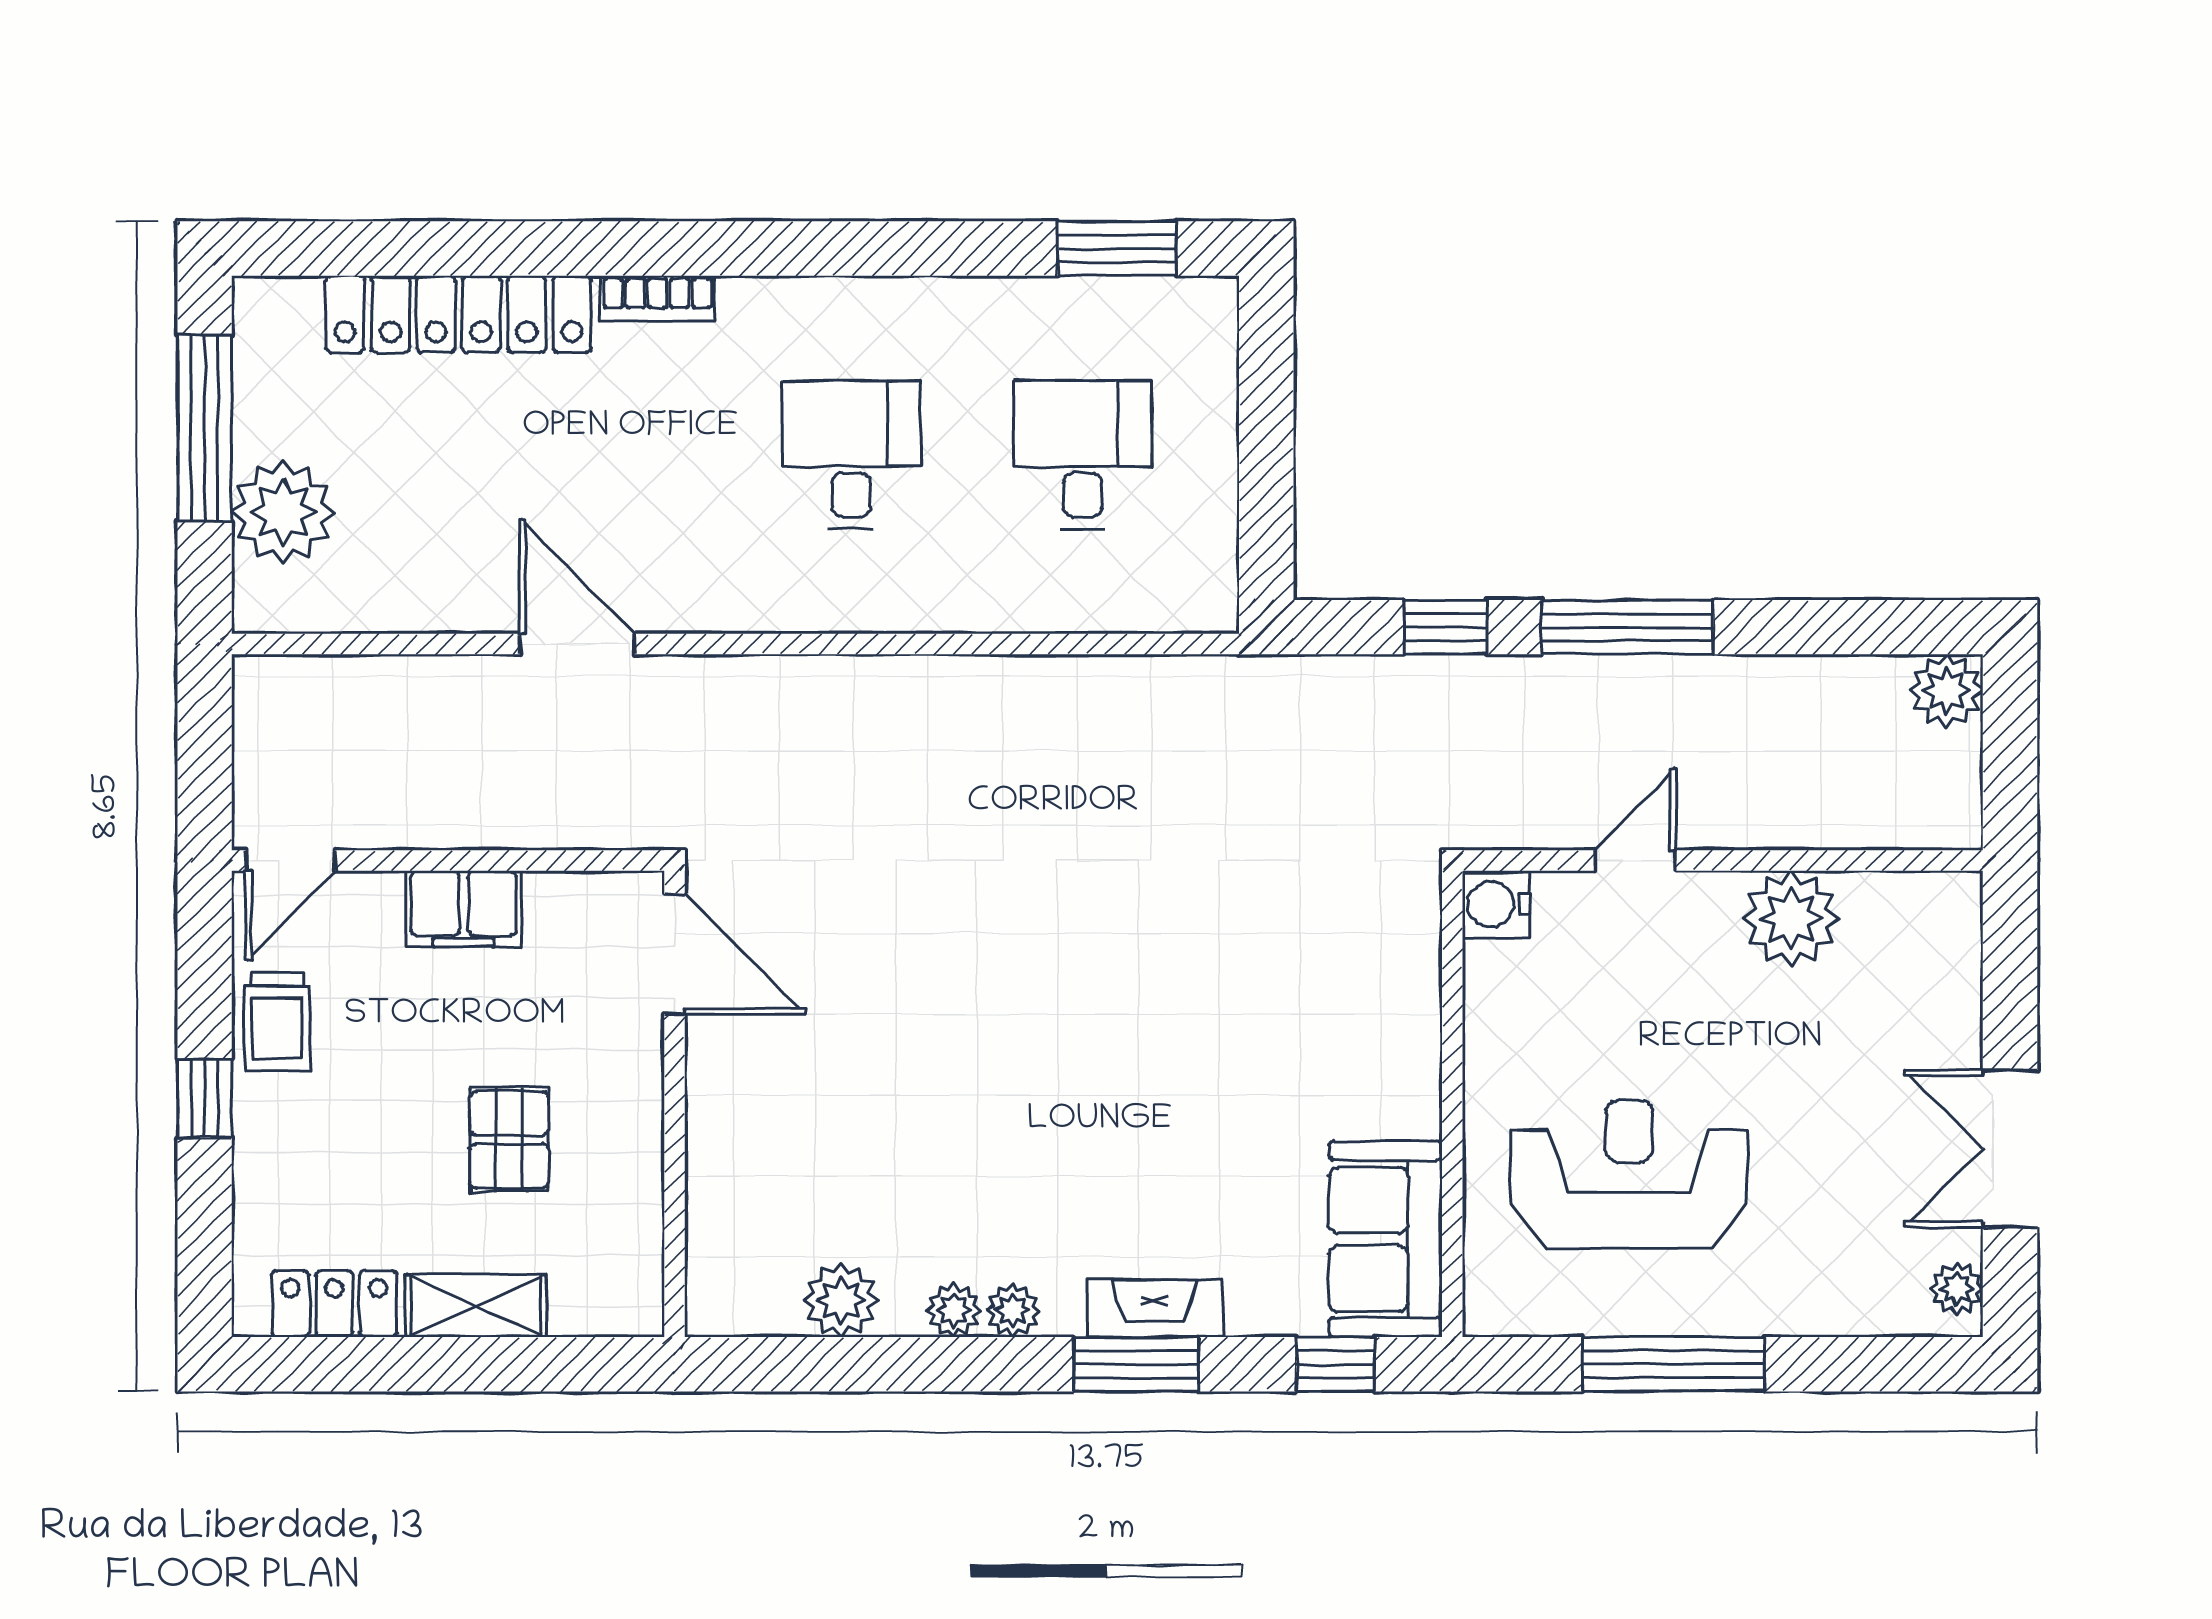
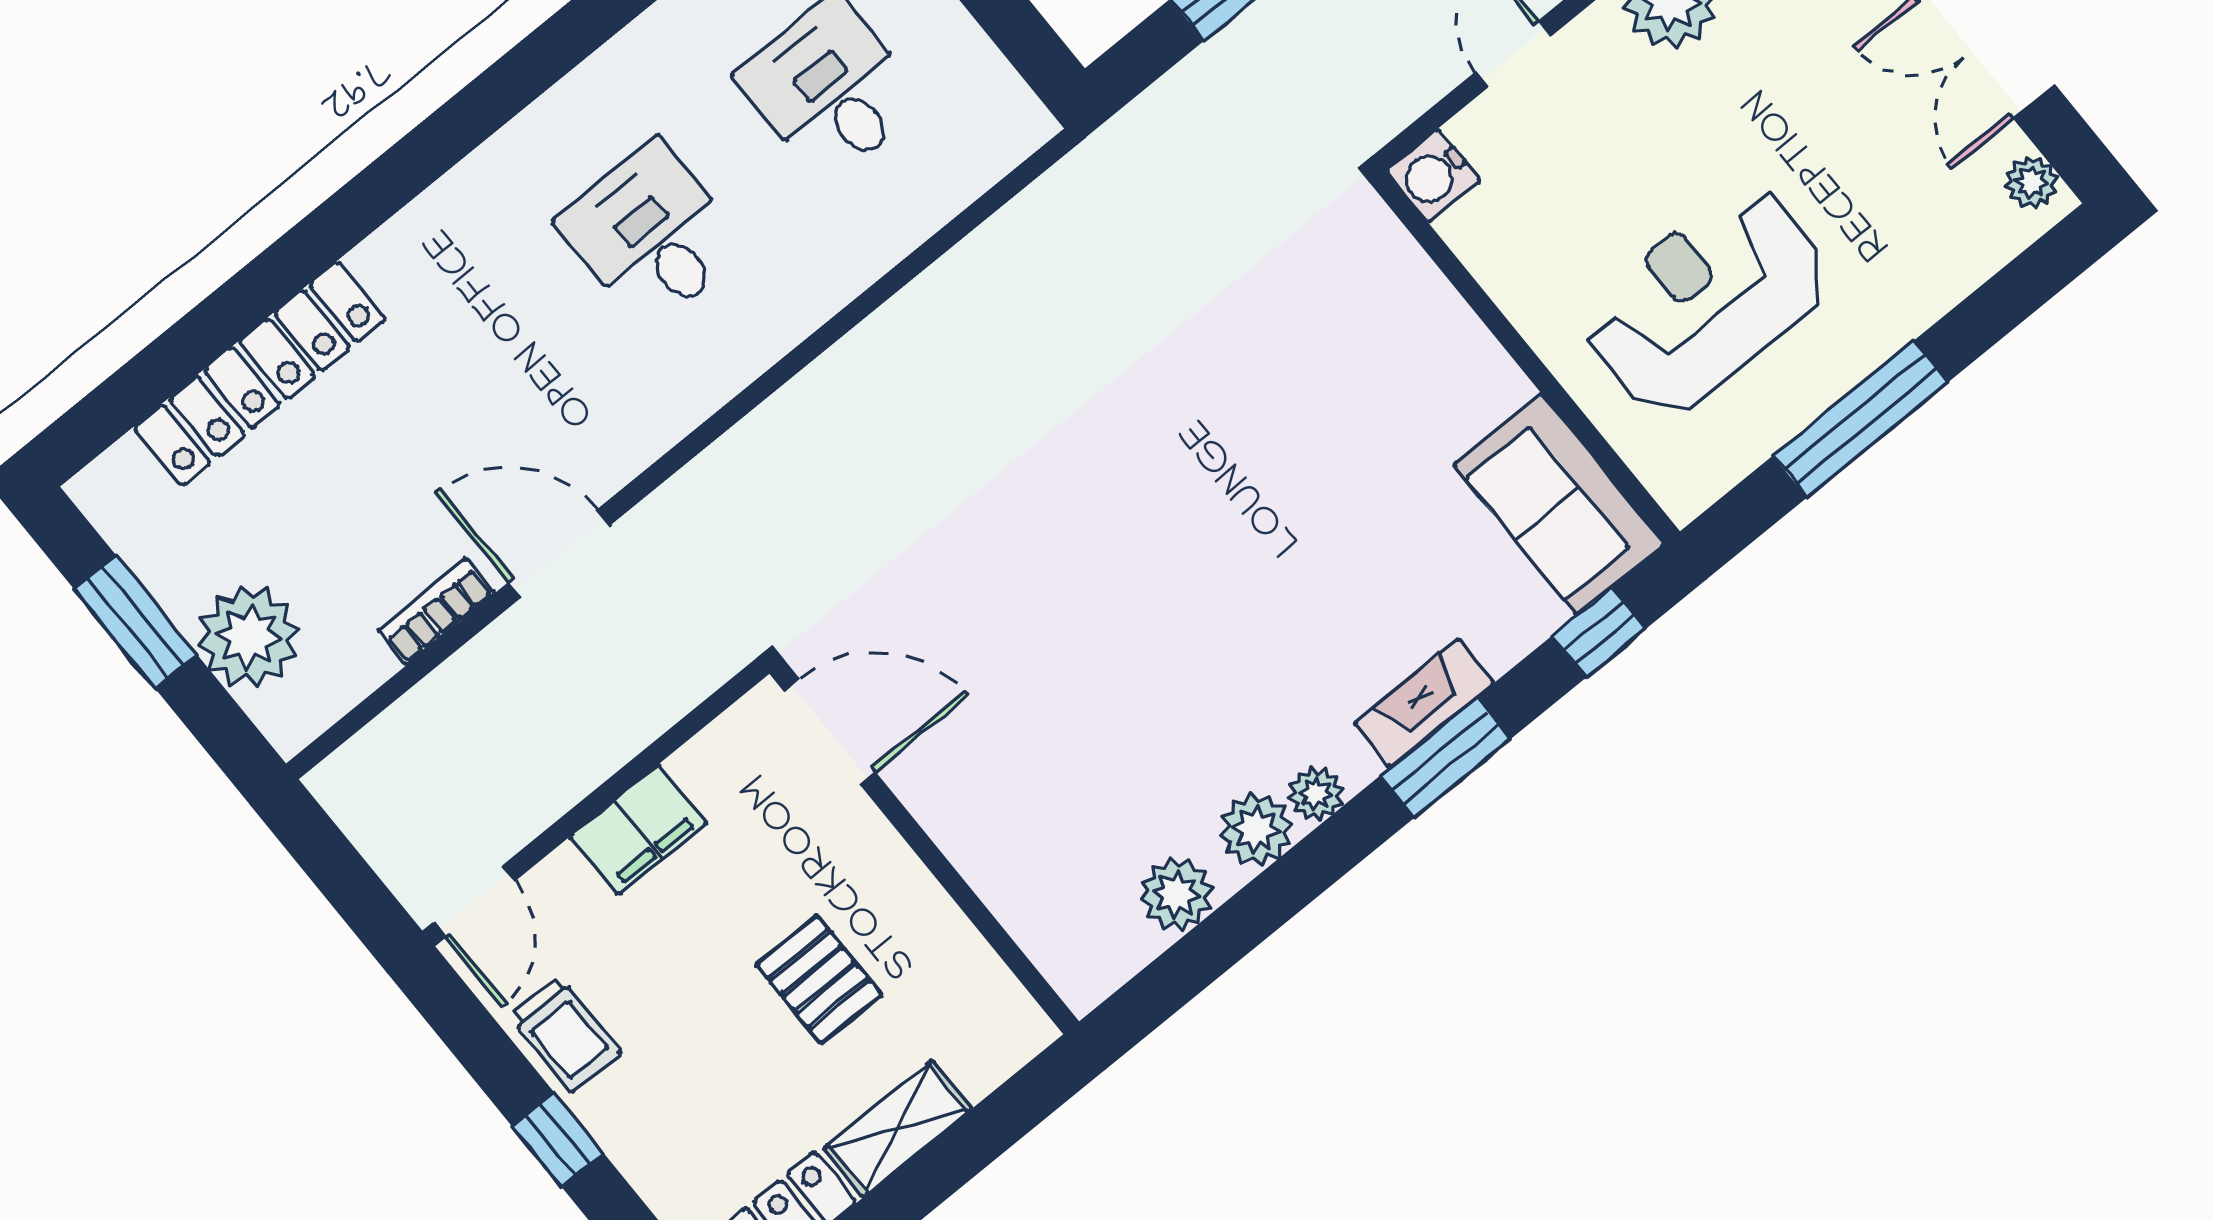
bookcase: (658, 298) -> (436, 611), moved, turned 180
window: (205, 428) -> (135, 622), width x0.69
plant: (954, 1310) -> (1256, 830), width x1.38, depth x1.38

